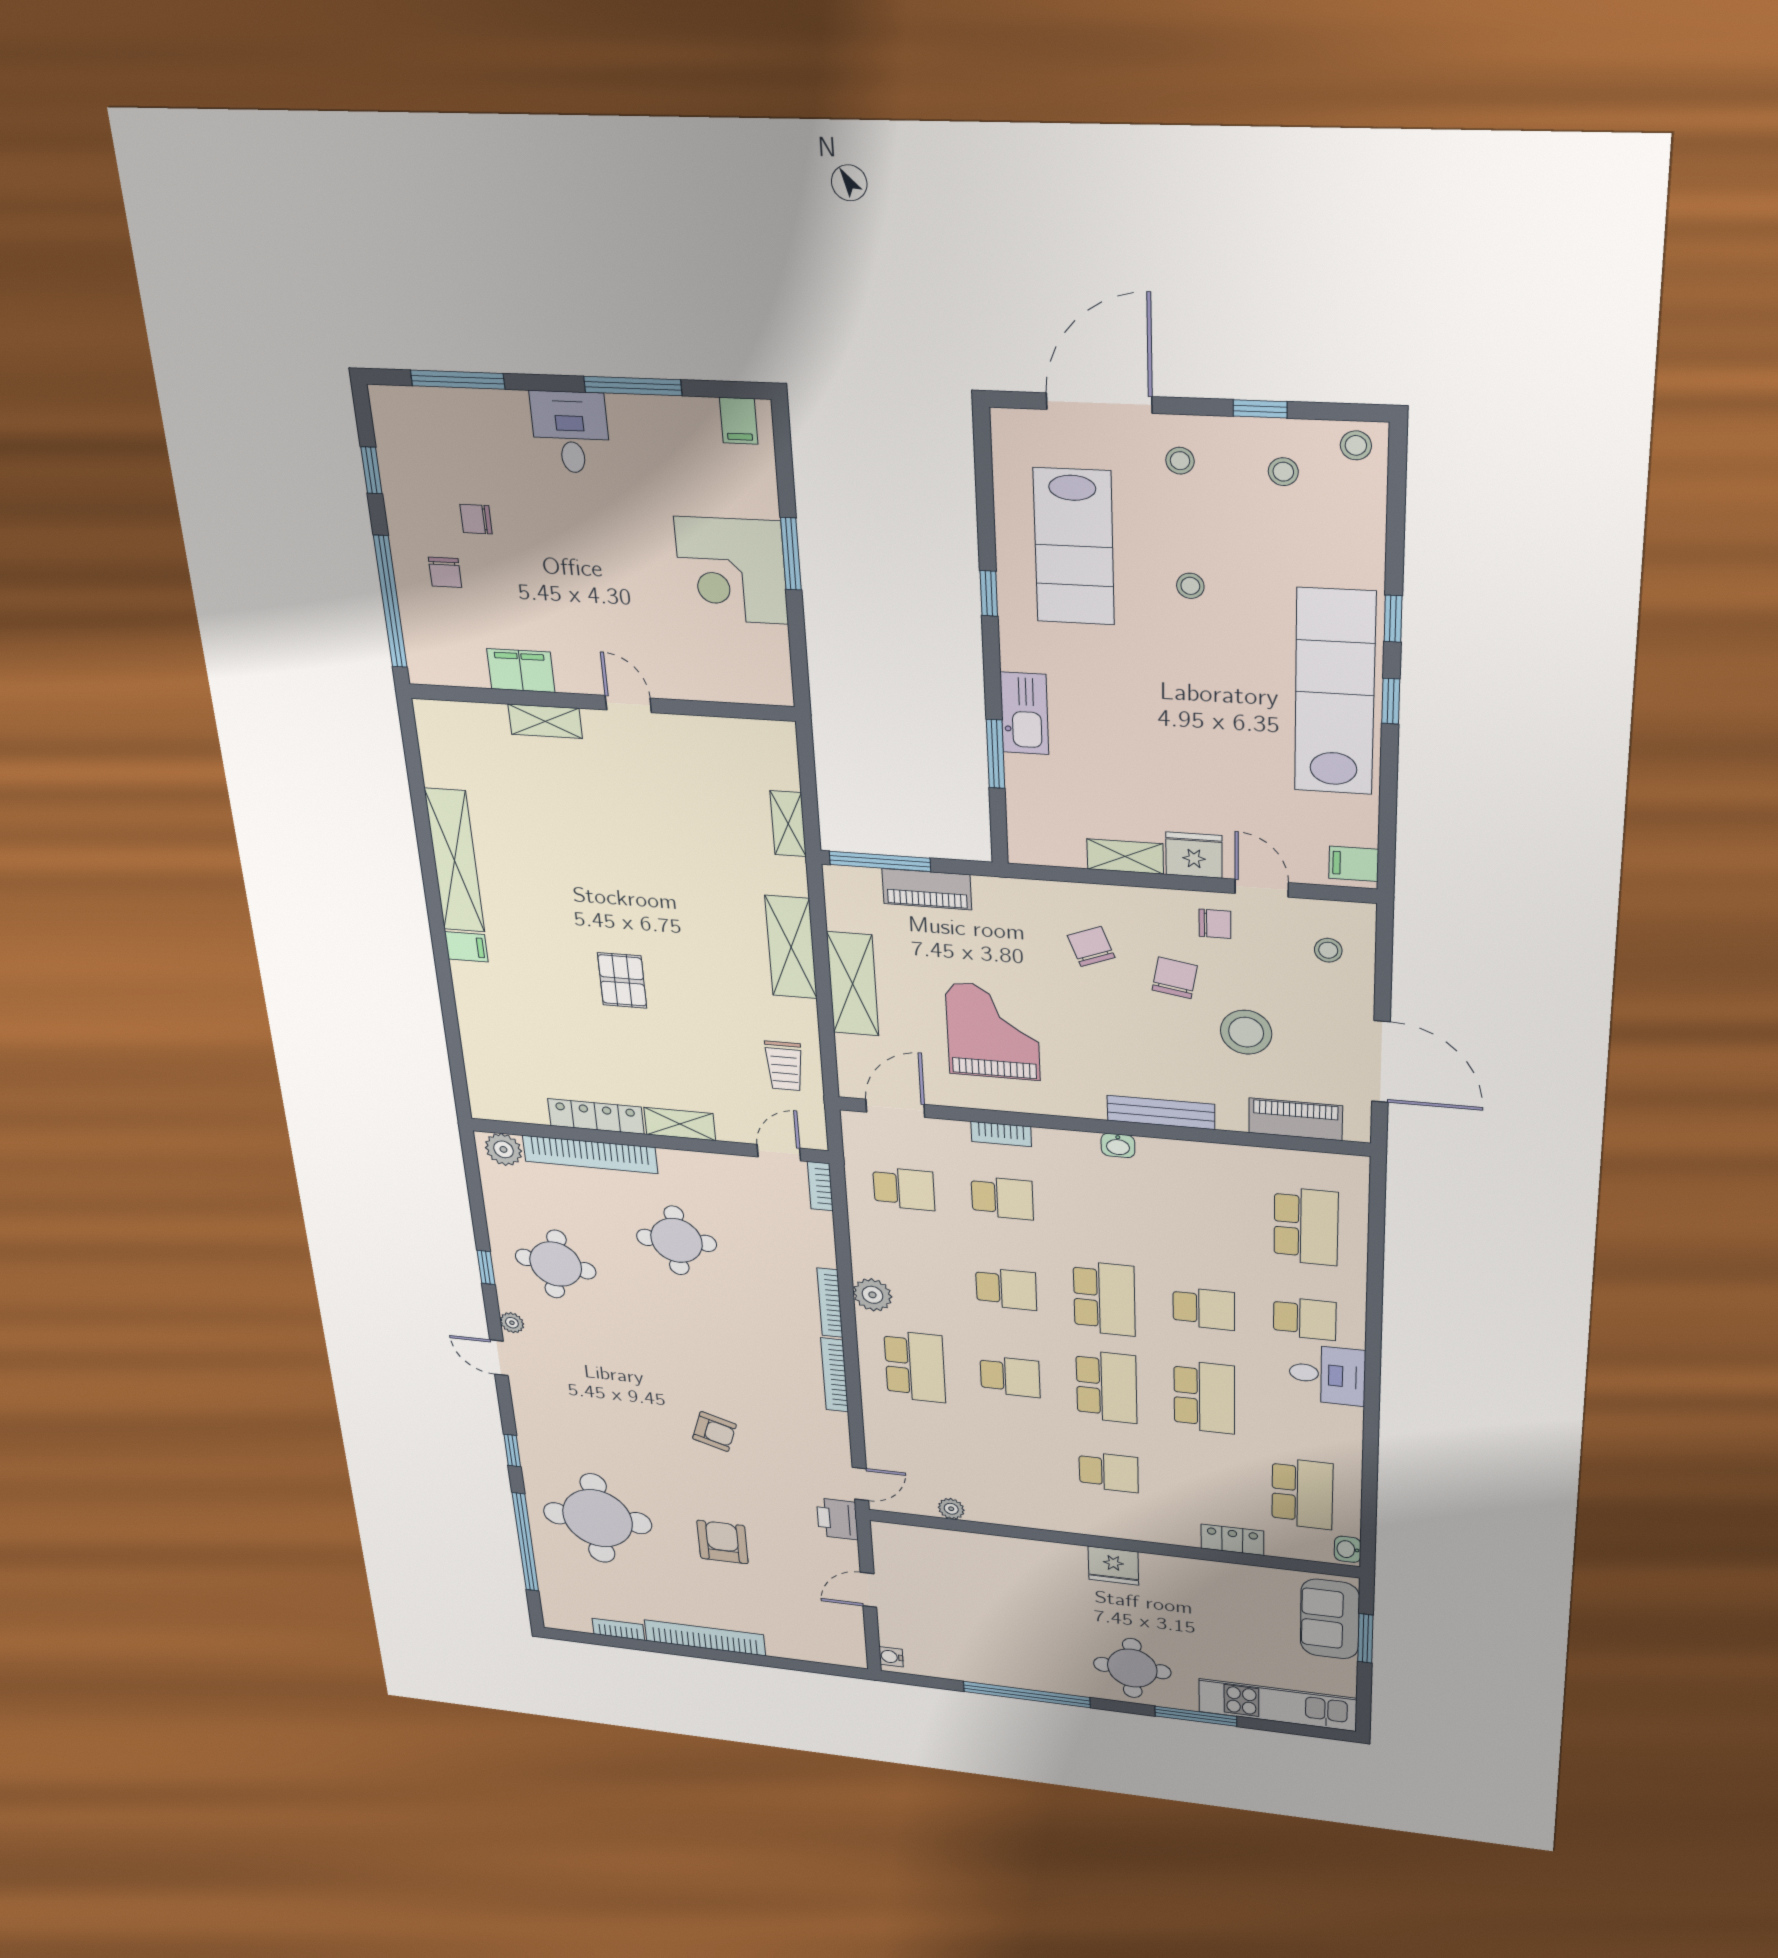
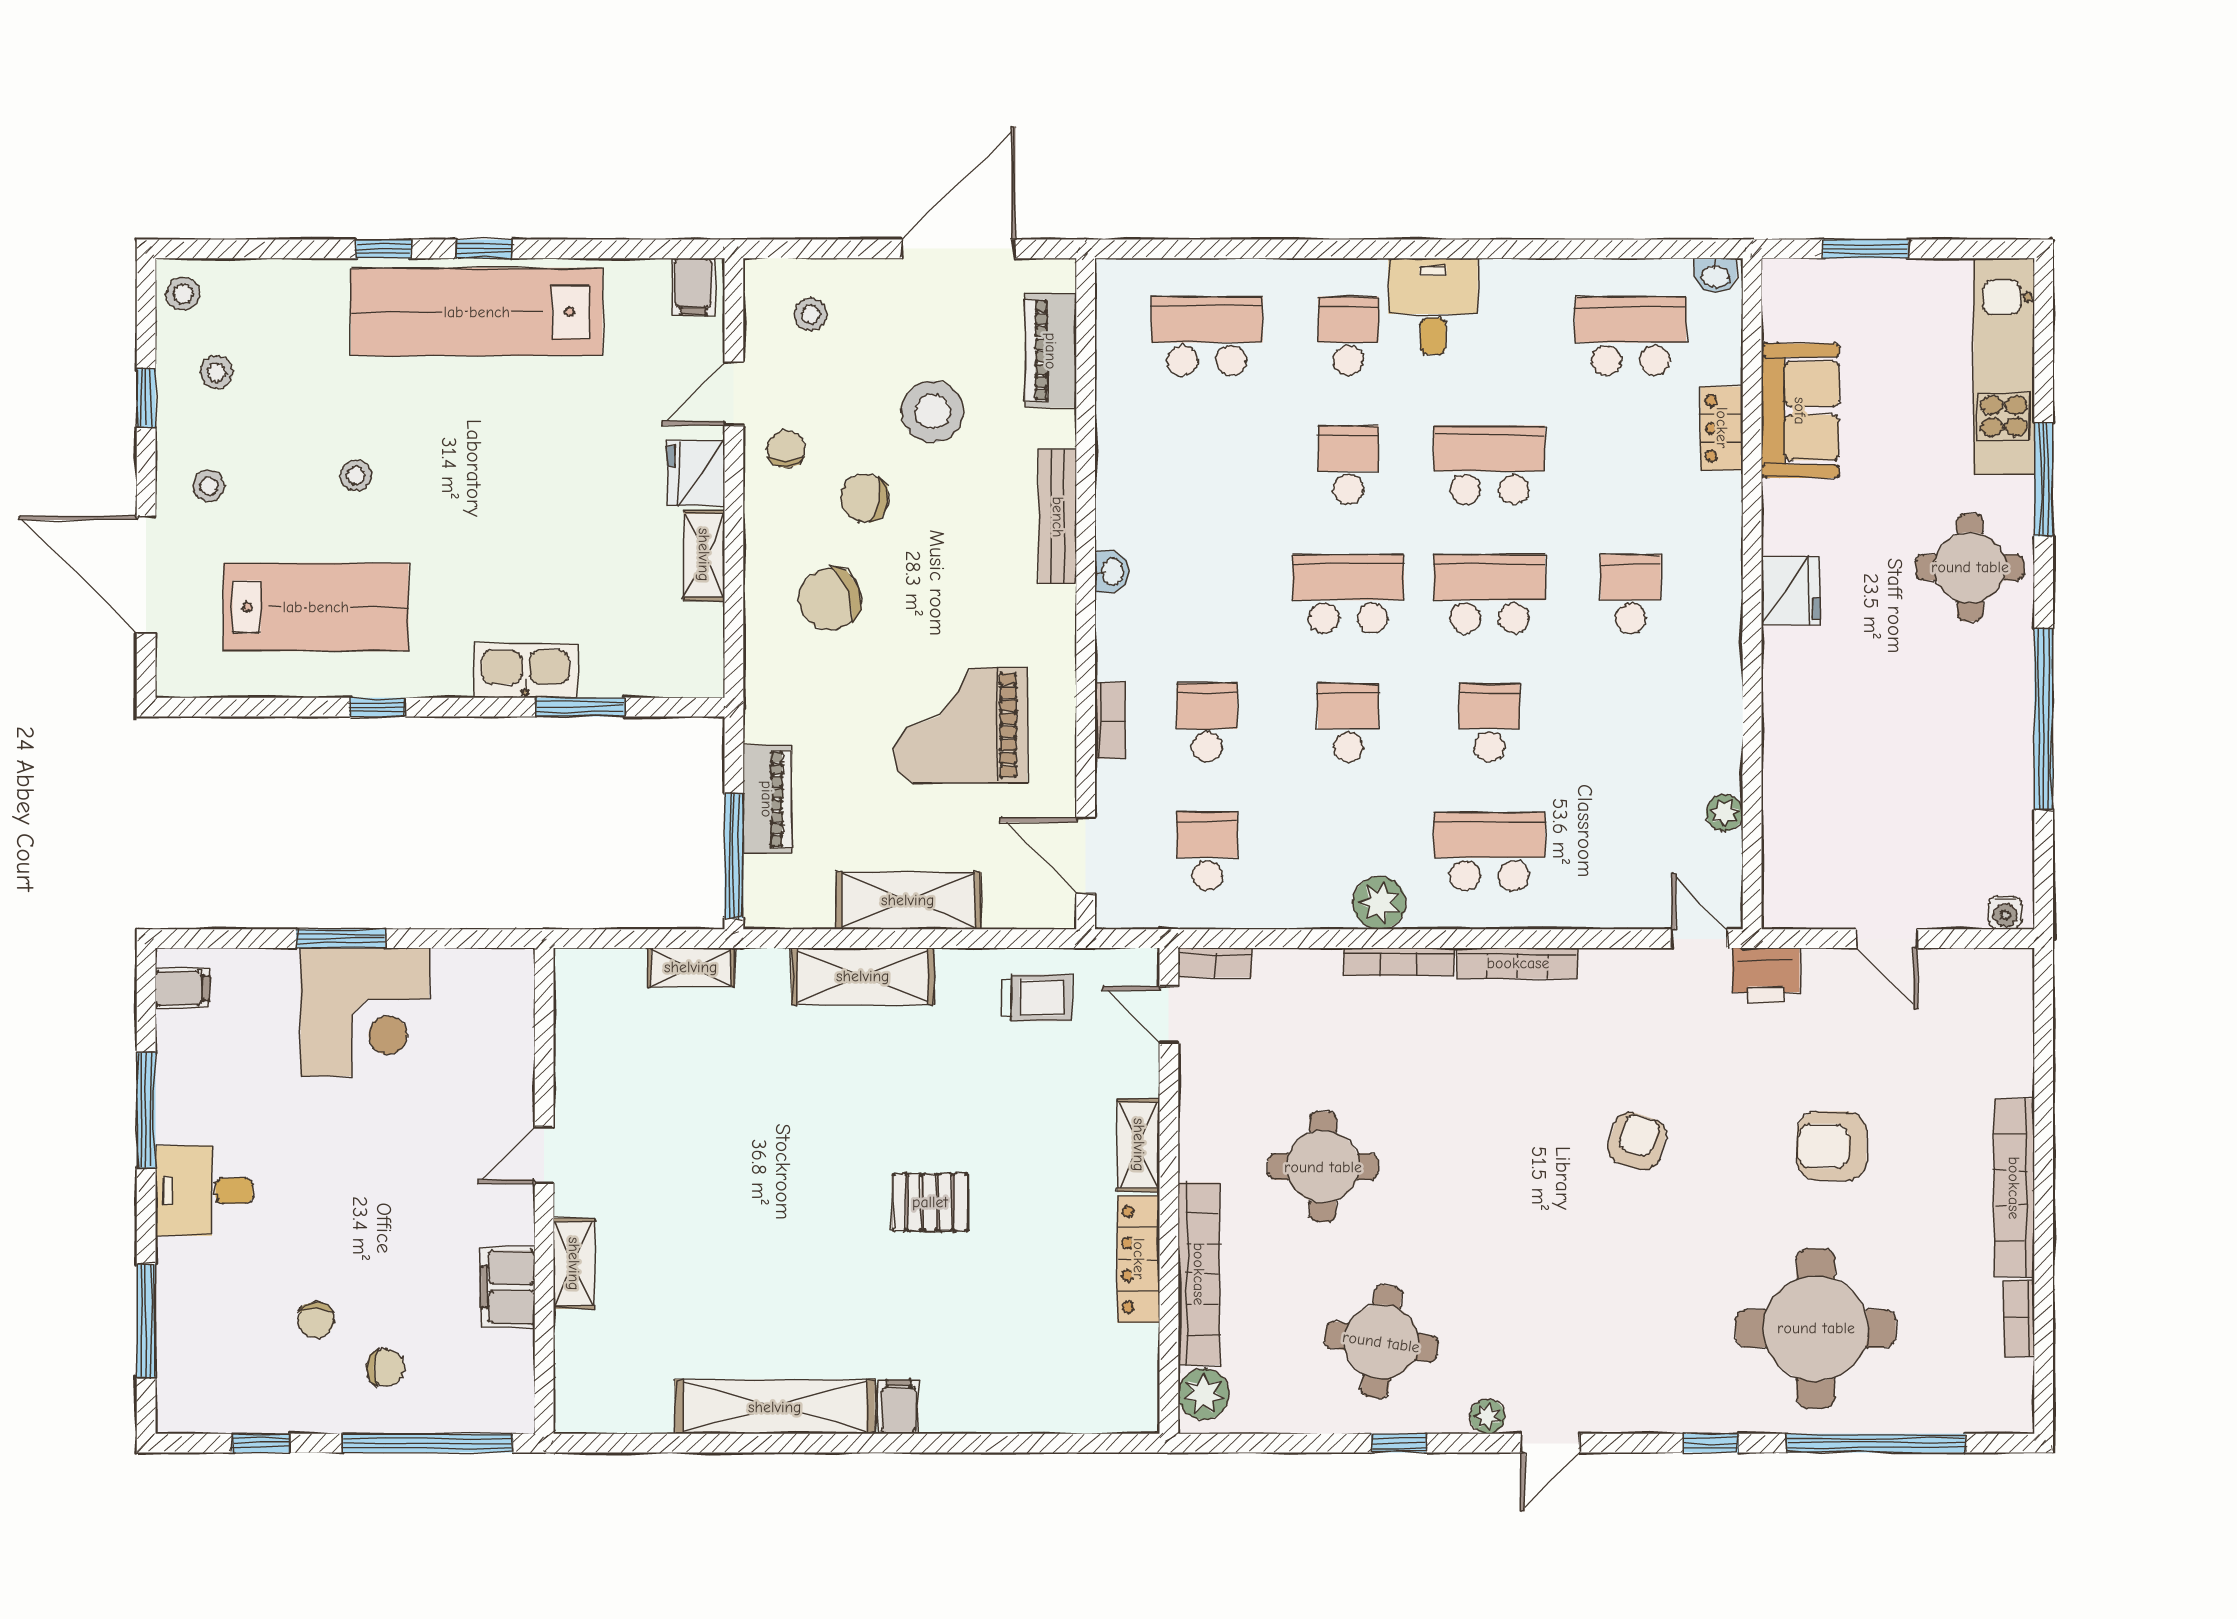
chair: (1091, 946) -> (830, 599), width x1.37, depth x1.37
sofa: (1330, 1619) -> (1800, 411), moved, turned -90

